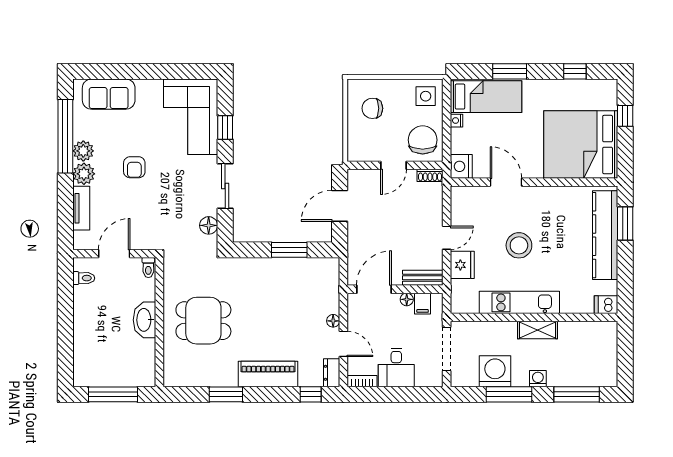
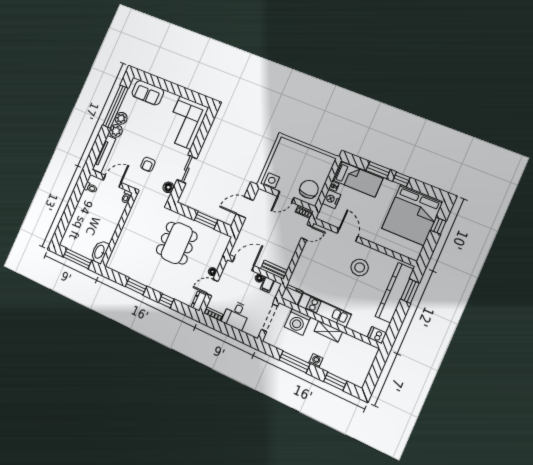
window: (575, 71) -> (401, 179), moved
side table: (426, 96) -> (272, 180), moved
chair: (372, 108) -> (288, 159), removed
window: (225, 128) -> (201, 136), removed
bed: (581, 145) -> (412, 215), moved, turned -90
nightstand: (461, 166) -> (331, 199), moved
armchair: (134, 167) -> (148, 164), moved
tv unit: (81, 208) -> (104, 154), width x1.41
door: (447, 238) -> (307, 232), moved
stool: (519, 245) -> (360, 267), moved
fridge: (462, 265) -> (292, 295), moved, turned -90
washbasin: (144, 320) -> (100, 252), moved
dining table: (203, 321) -> (177, 243), moved, width x1.38
door: (343, 344) -> (212, 288), swing flipped
washing machine: (495, 371) -> (297, 322), moved, turned 180
piano: (268, 374) -> (163, 285), removed
window: (311, 394) -> (166, 301), moved
window: (577, 394) -> (335, 381), width x0.69

